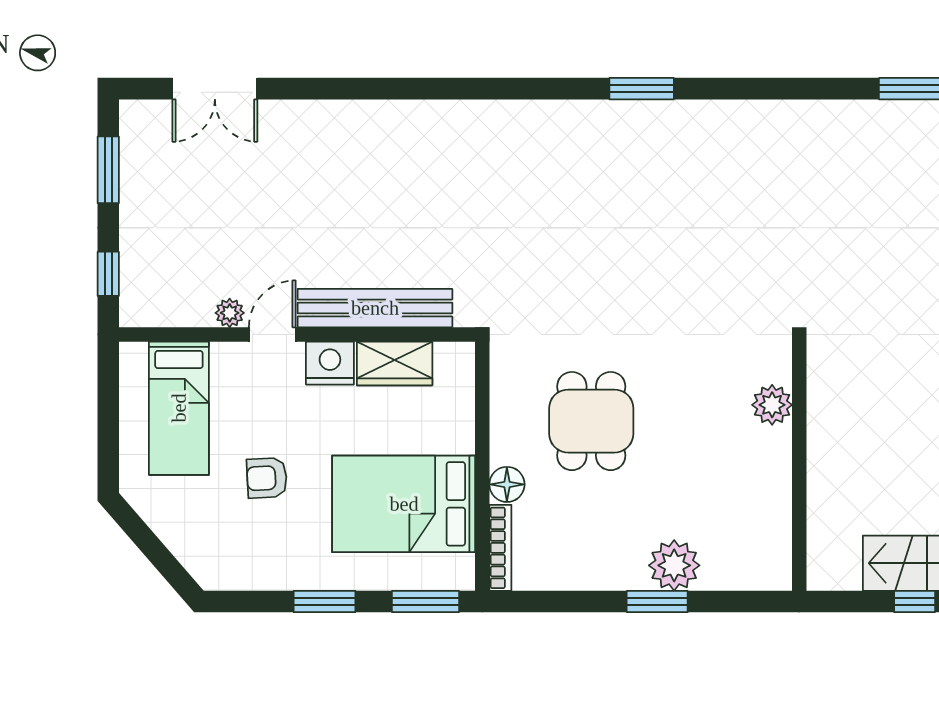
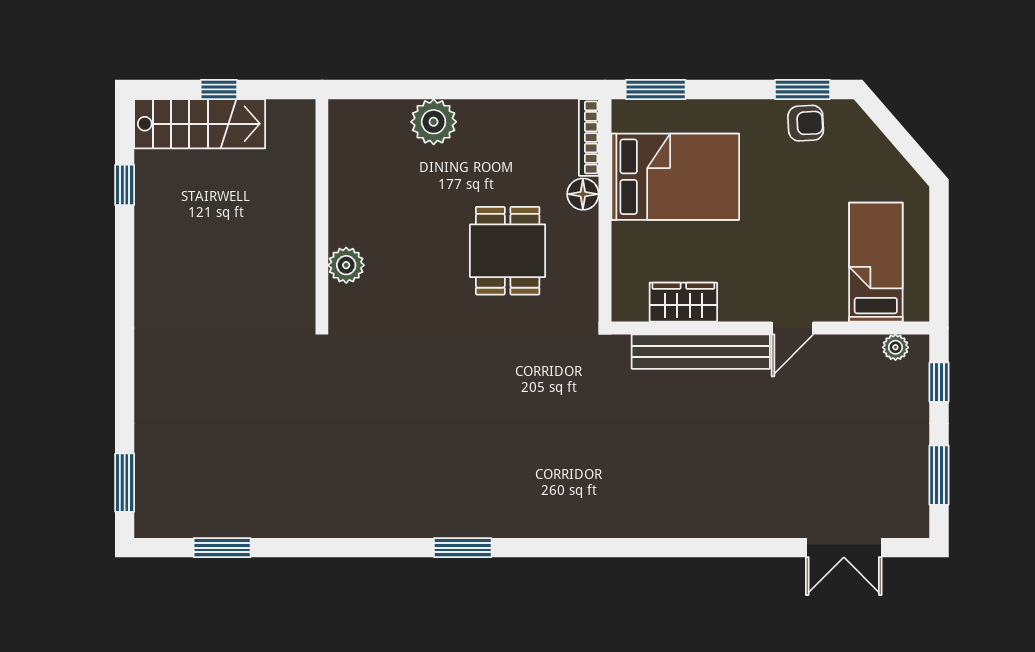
double door: (215, 89) -> (844, 548), swing flipped
plant: (230, 313) -> (895, 347), moved
nightstand: (330, 363) -> (741, 302), removed
armchair: (267, 478) -> (806, 123), moved
window: (325, 602) -> (802, 89), moved
window: (657, 602) -> (449, 89), removed

